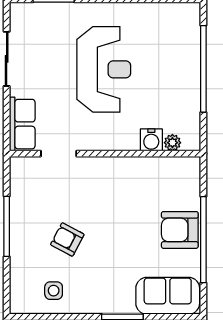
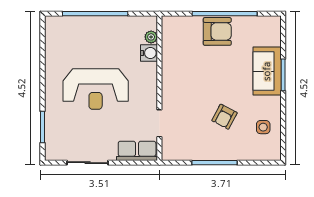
reception desk: (104, 69) -> (96, 89), turned 180
armchair: (180, 230) -> (217, 31), turned -90
sofa: (168, 296) -> (267, 71), moved

